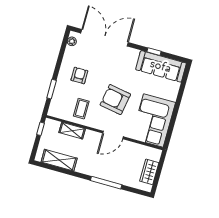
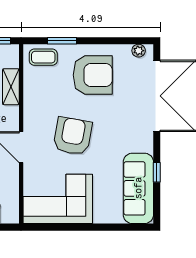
armchair: (79, 75) -> (93, 75), width x1.88, depth x1.88
coffee table: (81, 109) -> (43, 57), moved

